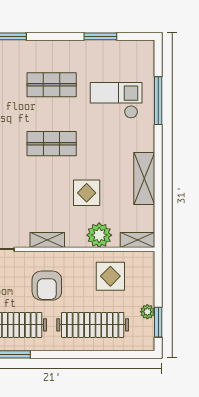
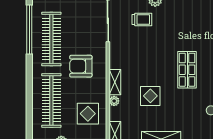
plant: (99, 235) -> (114, 101), width x0.53, depth x0.53
shelving: (47, 240) -> (115, 82), moved

